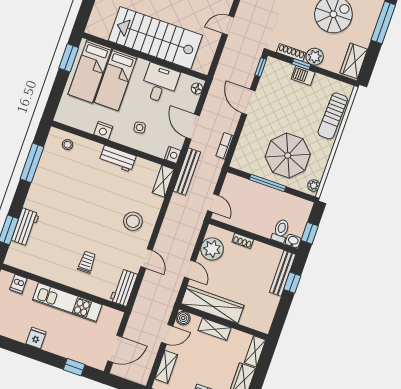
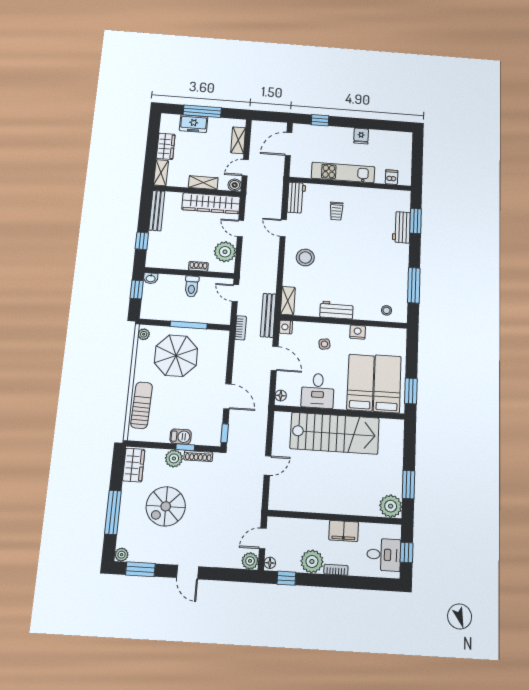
bookcase: (225, 146) -> (241, 328), moved
toilet: (281, 231) -> (192, 286), moved
bench: (283, 273) -> (157, 211), moved

